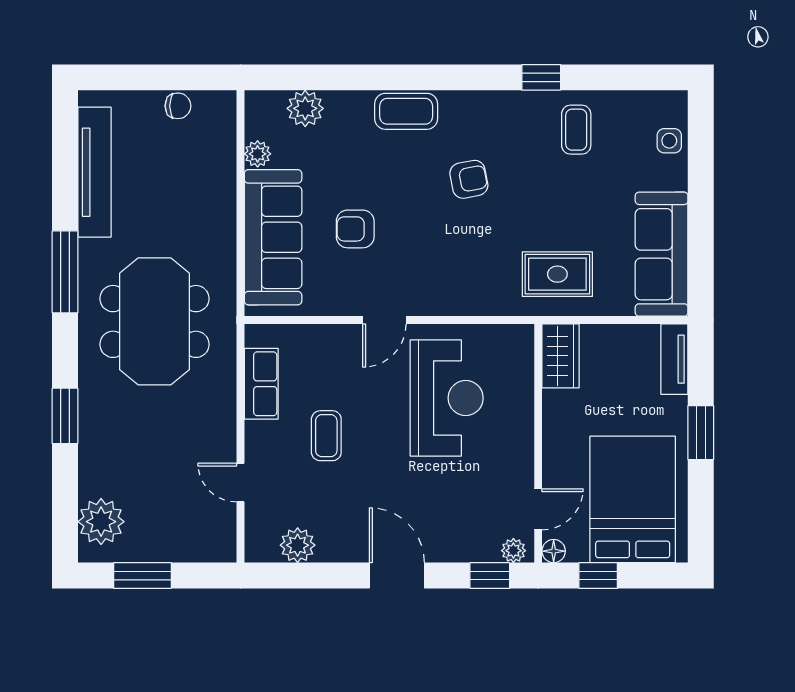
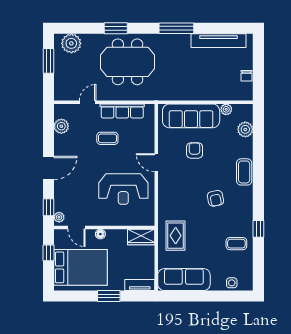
meeting table: (154, 321) -> (128, 62), moved
row of seats: (261, 384) -> (122, 111), width x1.48
floor lamp: (554, 551) -> (100, 234), moved

